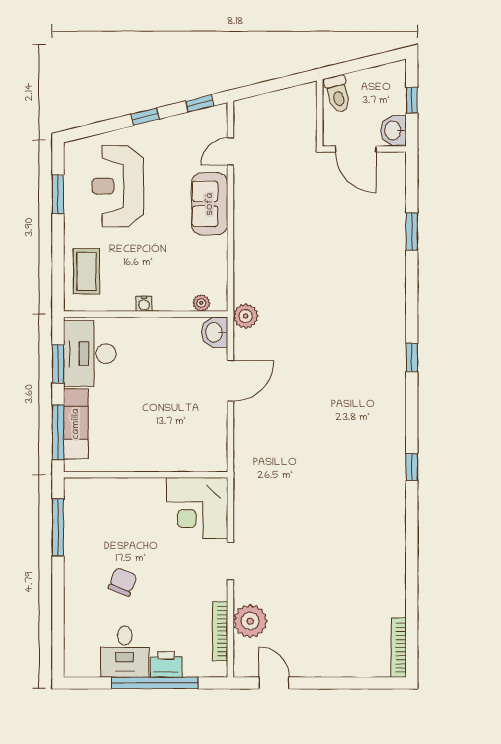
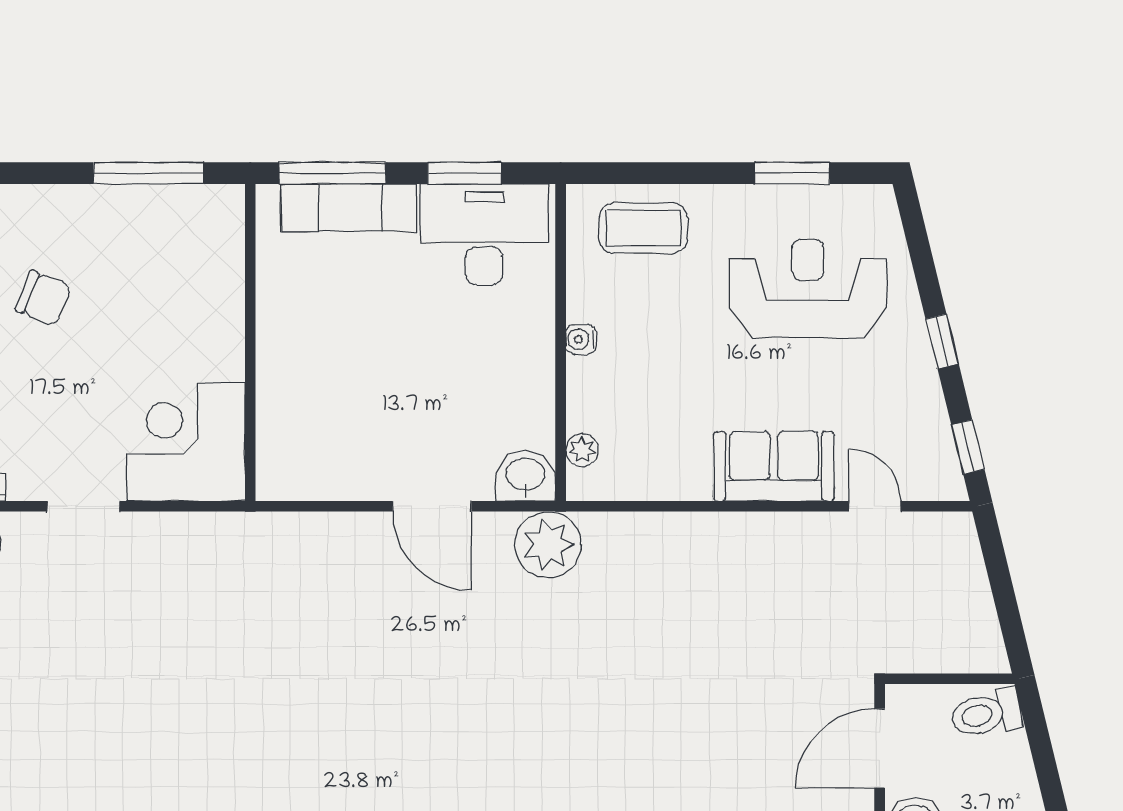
plant: (246, 316) -> (548, 545), width x1.36, depth x1.36

